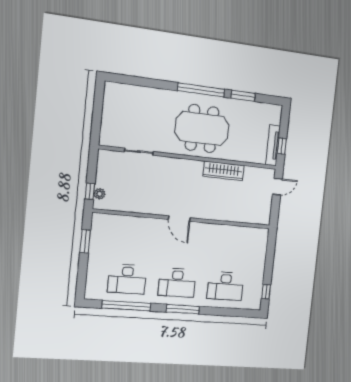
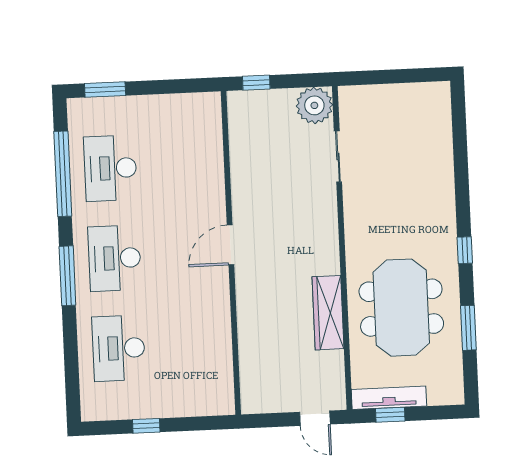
window: (201, 90) -> (465, 250), width x0.32
meeting table: (202, 129) -> (401, 308), moved
plant: (100, 194) -> (314, 105), moved, width x1.88, depth x1.88
window: (85, 241) -> (105, 90), moved
window: (266, 292) -> (146, 426), moved

